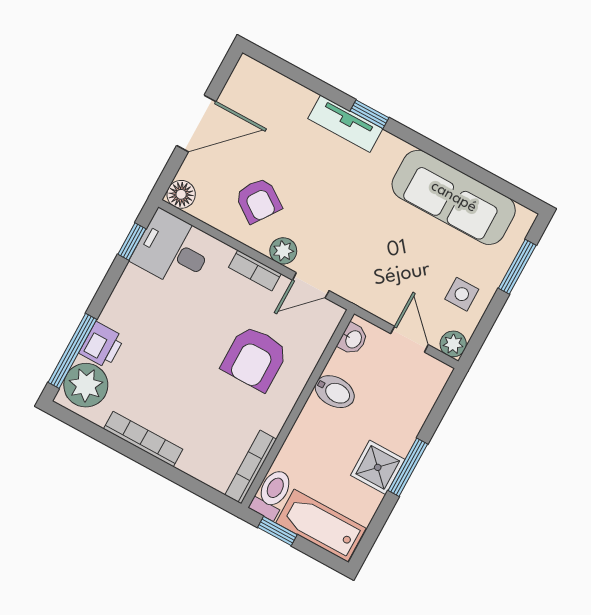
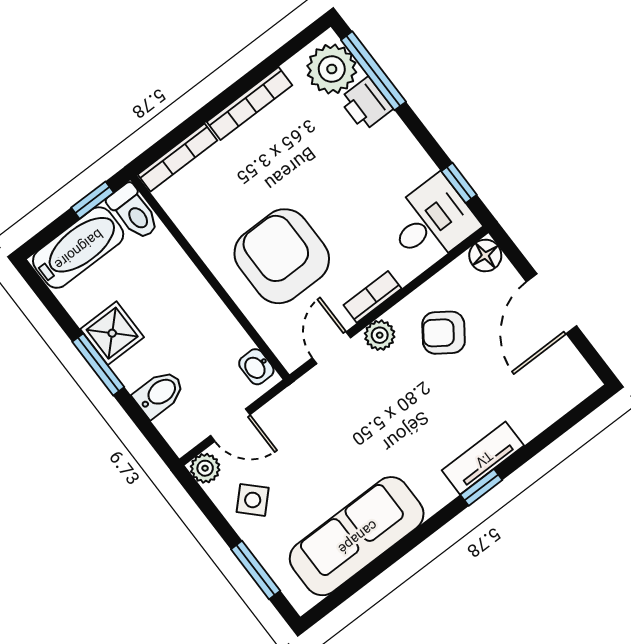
side table: (462, 294) -> (253, 500), turned 45
armchair: (255, 358) -> (282, 256), width x1.36, depth x1.36
bidet: (335, 392) -> (159, 394), moved, turned 180
bookcase: (251, 467) -> (178, 158), moved, turned 90

